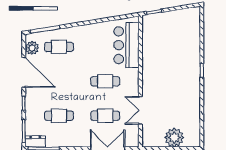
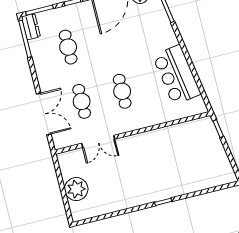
bar counter: (126, 45) -> (177, 75), moved, turned -99
cafe table: (59, 47) -> (149, 27), removed
double door: (140, 110) -> (98, 141), swing flipped

